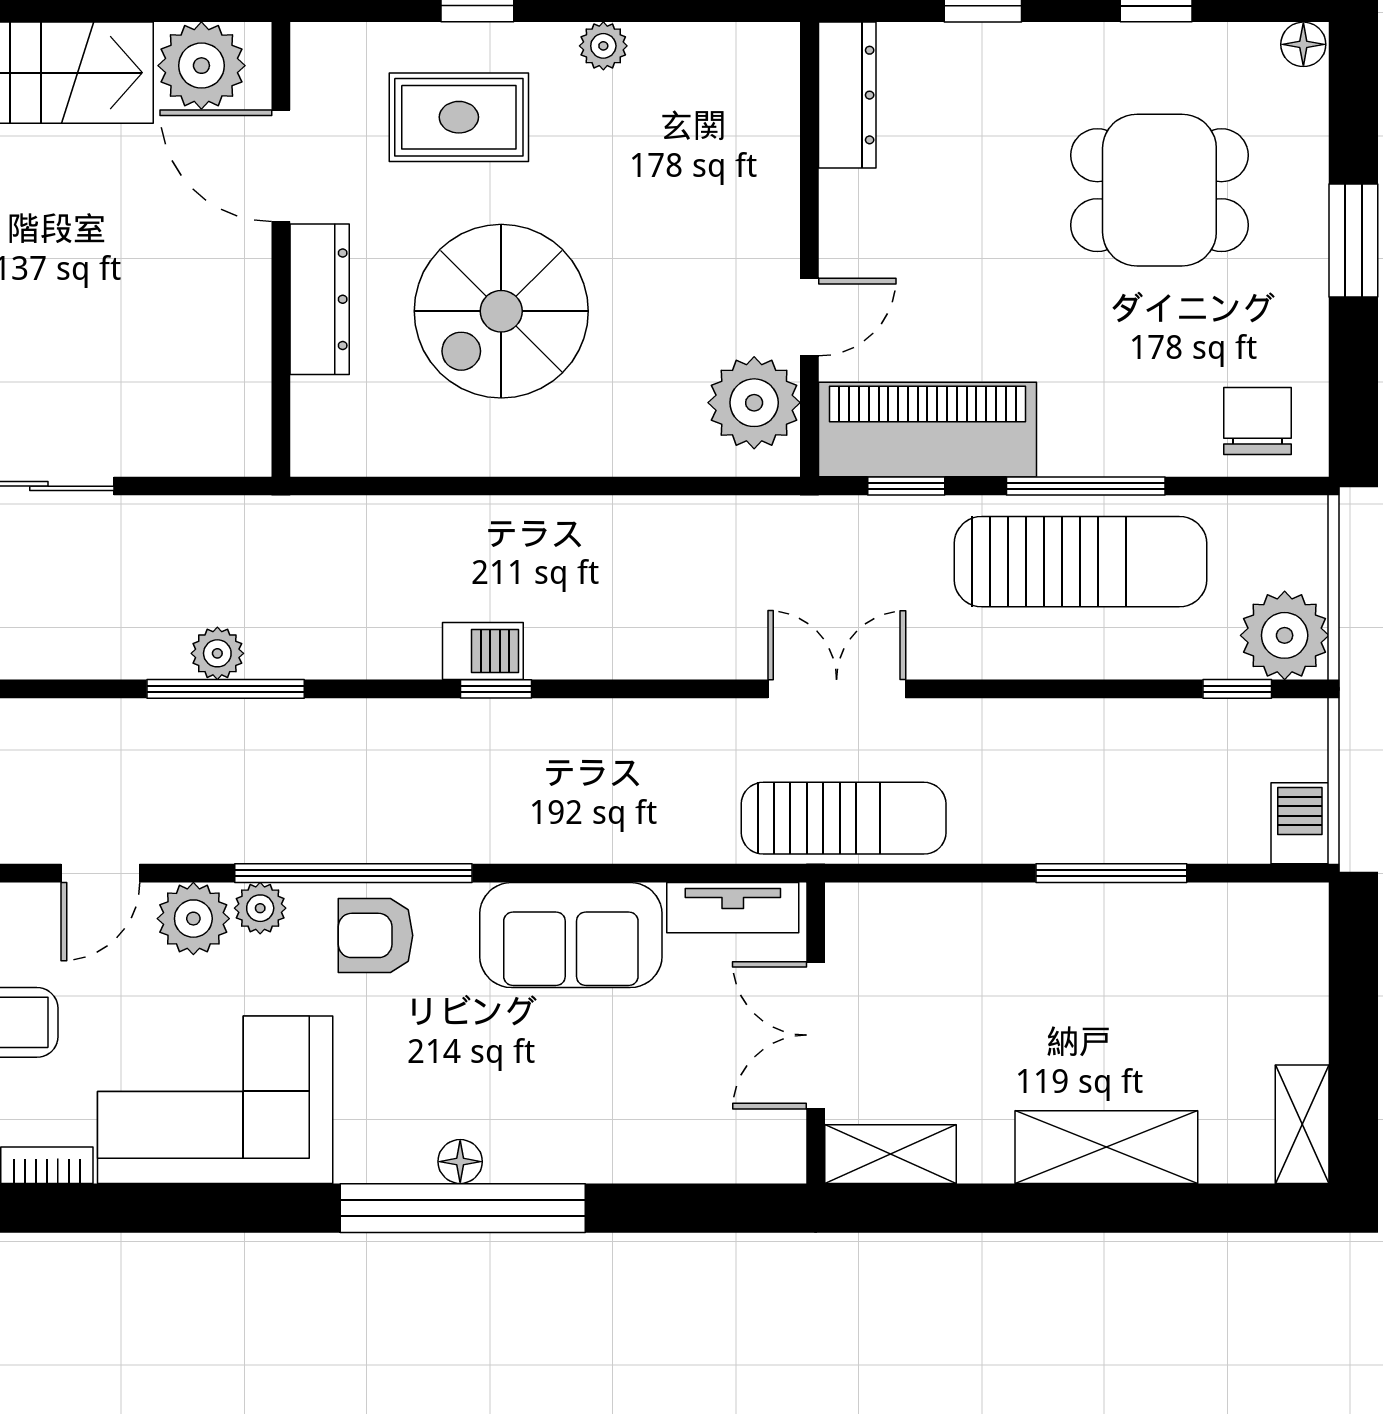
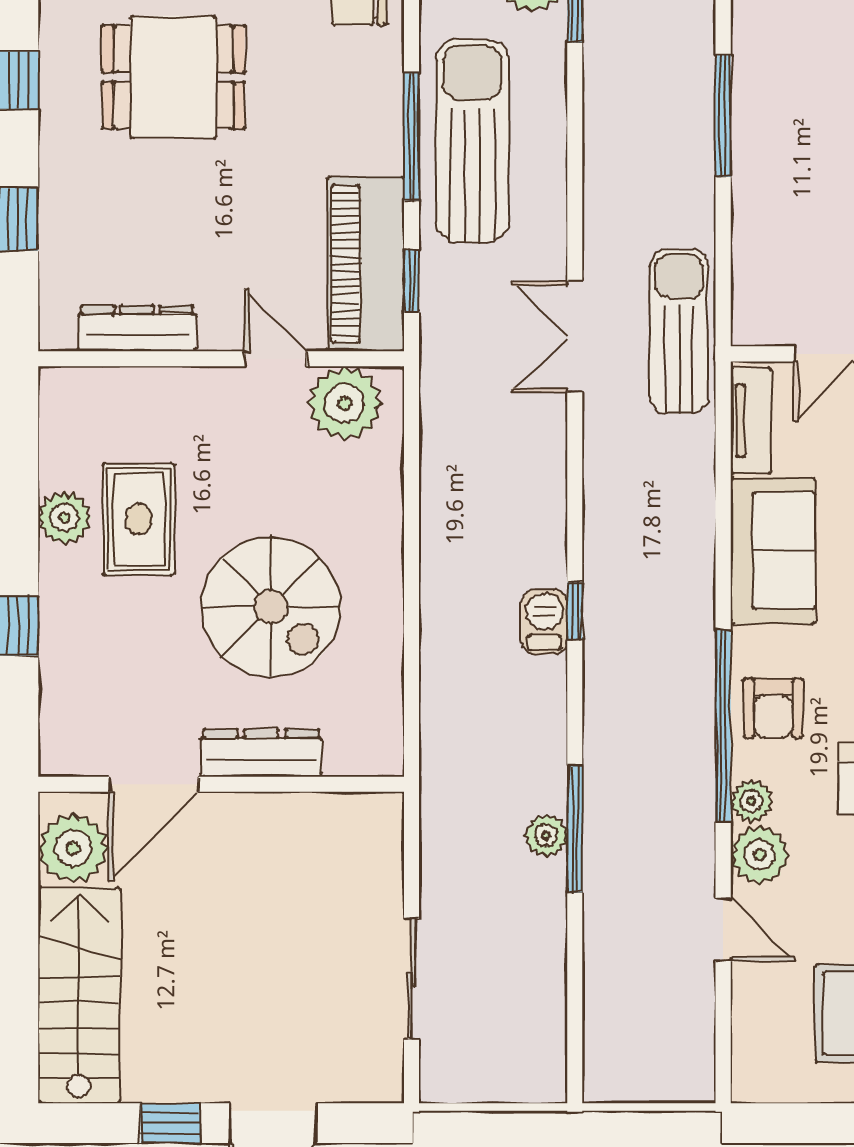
plant: (603, 46) -> (65, 518), width x1.38, depth x1.38
dresser: (847, 95) -> (137, 328), moved
rug: (459, 117) -> (139, 519), moved
dining table: (1159, 190) -> (173, 77), turned 90

